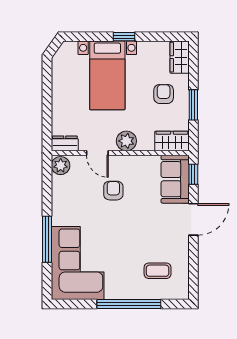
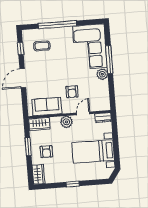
bed with nightstands: (107, 75) -> (93, 151), moved, turned -90
door: (97, 153) -> (83, 113), hinge flipped
plant: (61, 166) -> (102, 74), moved
window: (193, 174) -> (21, 49), moved
sofa: (175, 179) -> (47, 107), moved, turned -90

